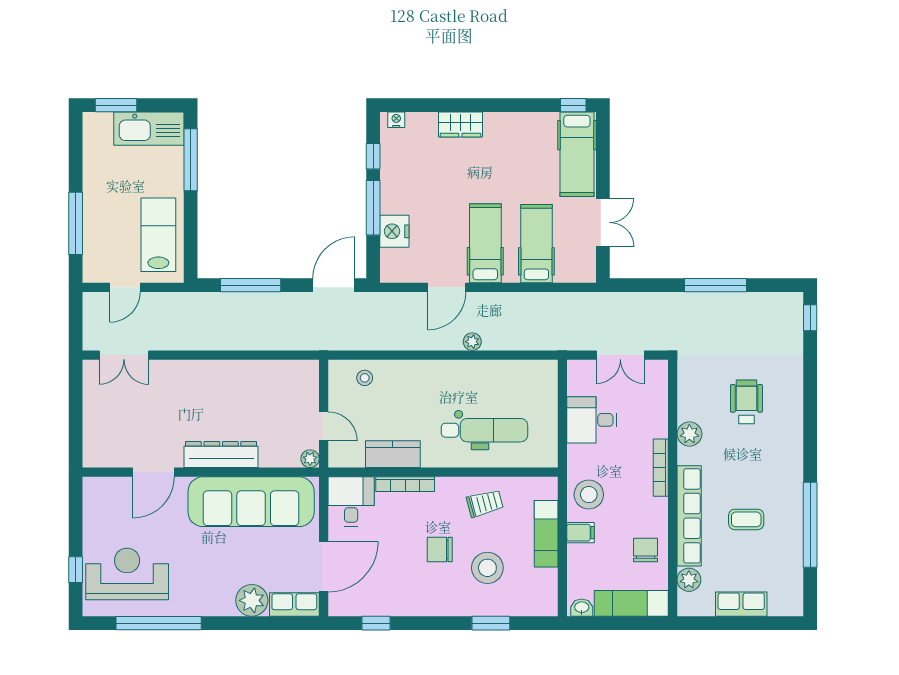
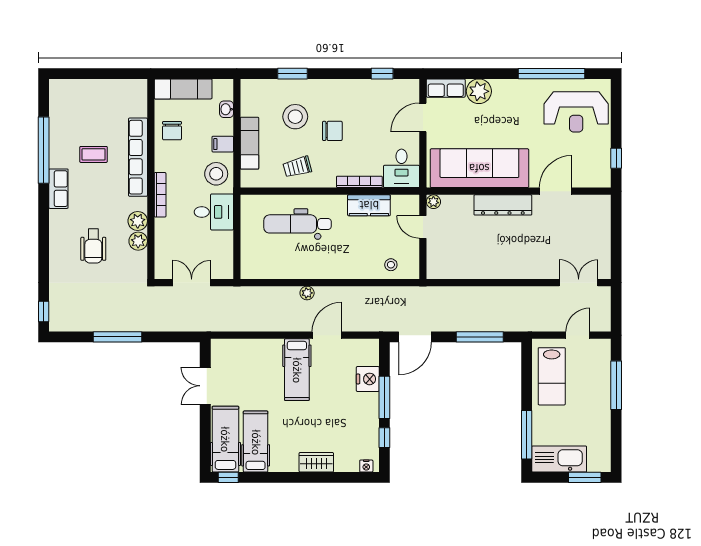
hospital bed: (536, 244) -> (256, 442), moved, turned 180
desk: (592, 420) -> (214, 212), moved
door: (324, 567) -> (423, 117), width x0.73
window: (76, 570) -> (616, 158), moved
plant: (689, 580) -> (138, 241), moved
row of seats: (741, 604) -> (58, 189), moved, turned -90
washbasin: (582, 608) -> (227, 109), moved, turned 90

